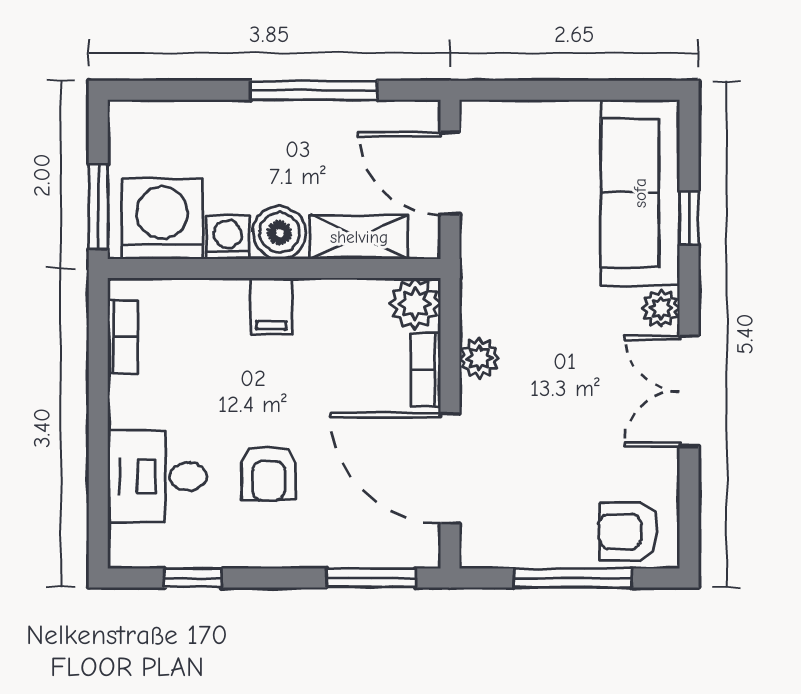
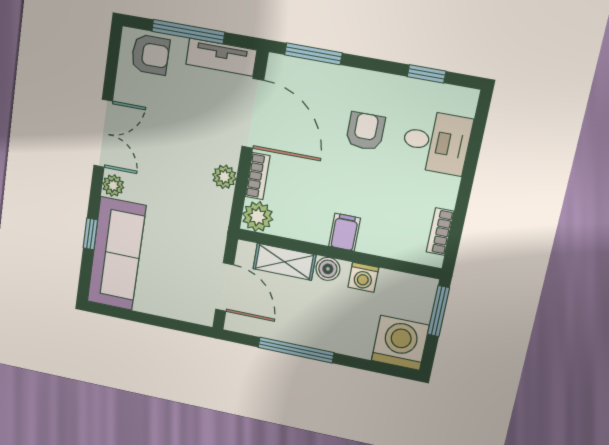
washing machine: (162, 219) -> (400, 343), moved, turned 180
boiler: (280, 233) -> (328, 269), width x0.73, depth x0.73
tv unit: (514, 548) -> (221, 57), added

